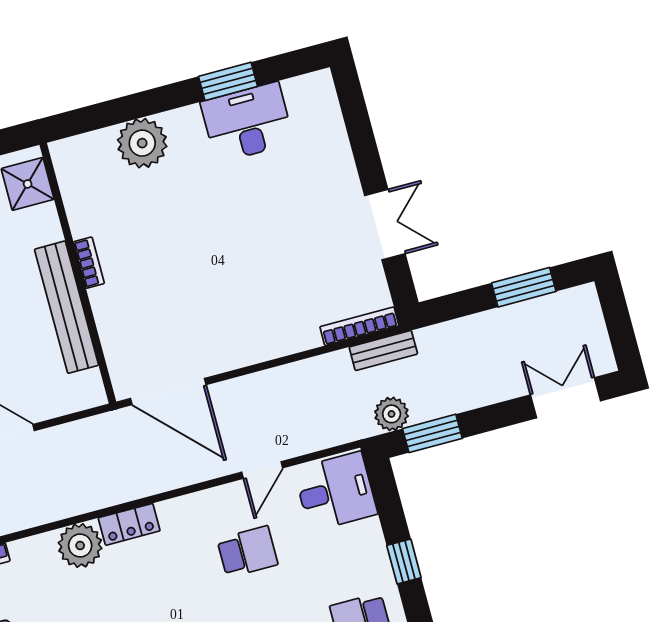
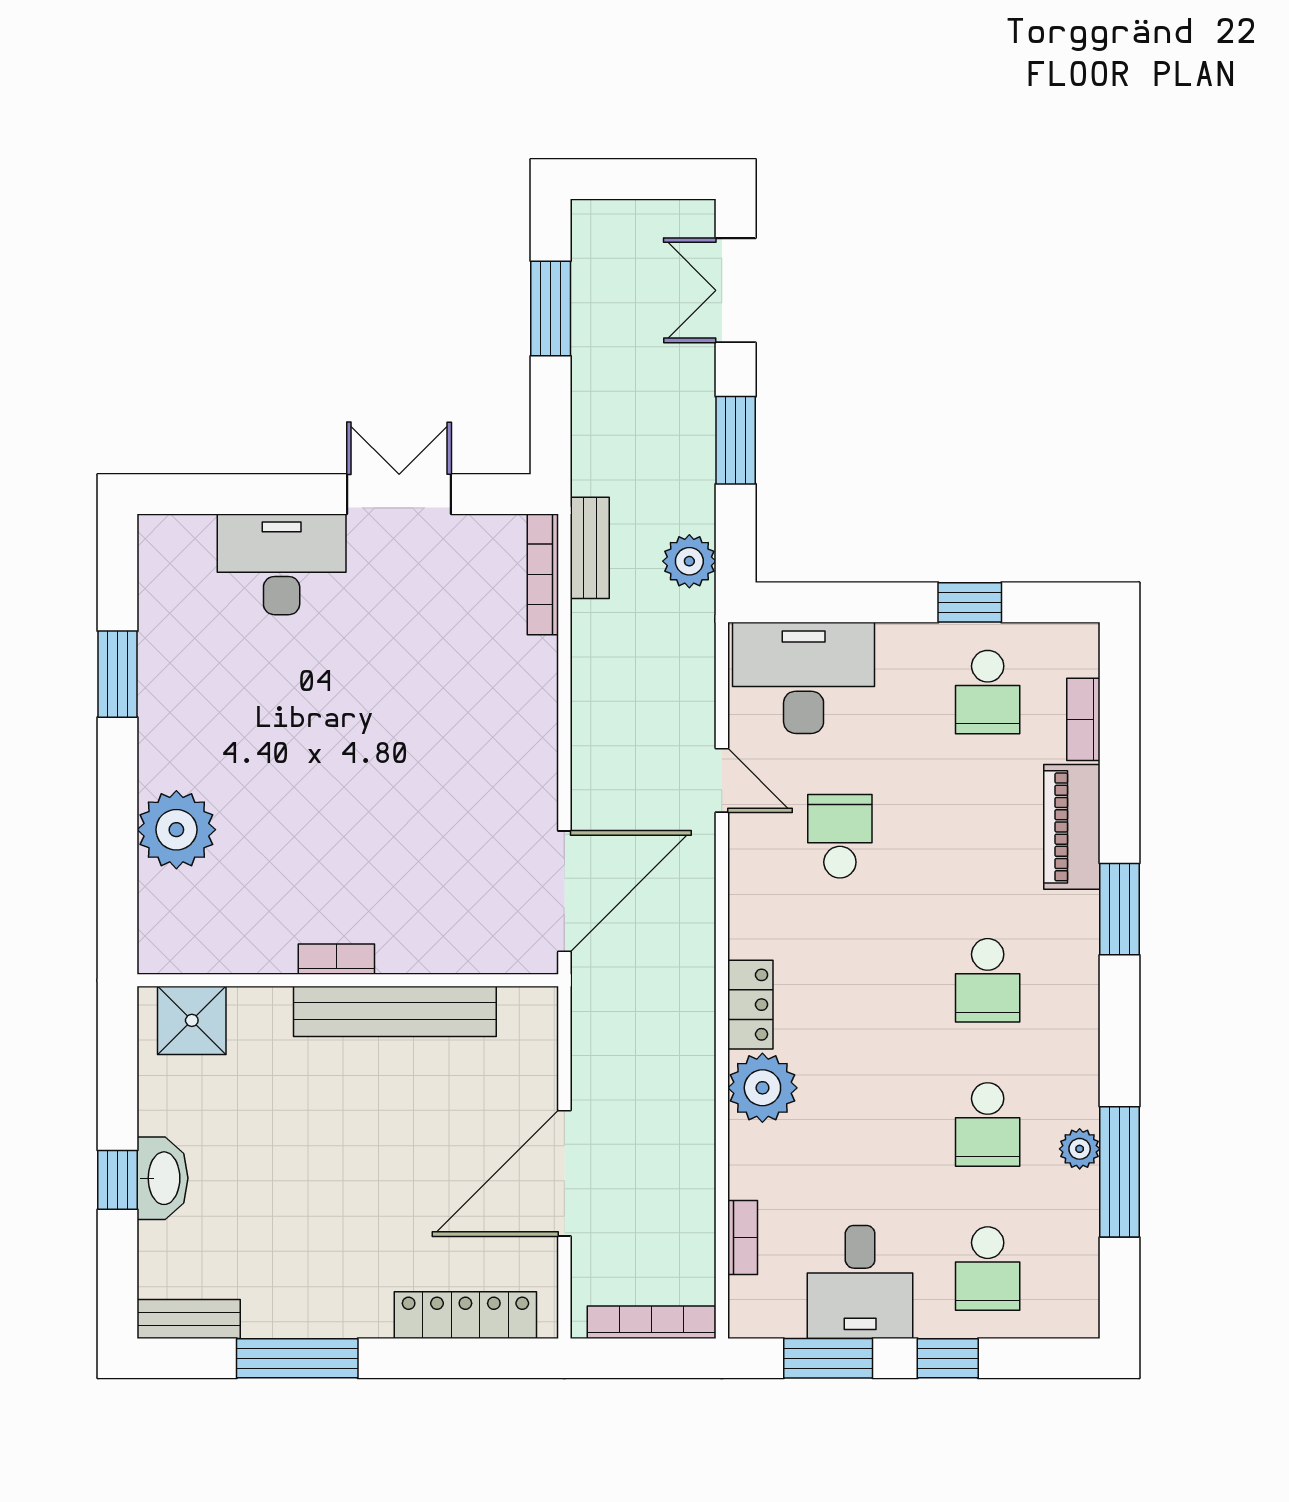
desk: (247, 122) -> (282, 564), moved, turned 90
window: (432, 433) -> (736, 440), moved
desk: (336, 491) -> (804, 678), width x1.37
window: (404, 561) -> (970, 602), moved

